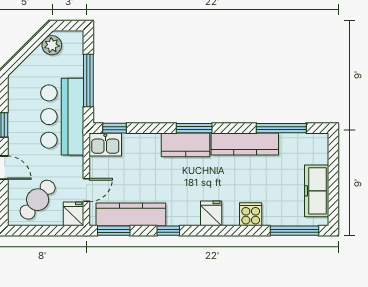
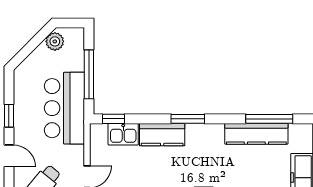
kitchen sink: (105, 144) -> (123, 134), moved
kitchen counter: (245, 144) -> (256, 134), moved
kitchen counter: (186, 145) -> (162, 135), moved

